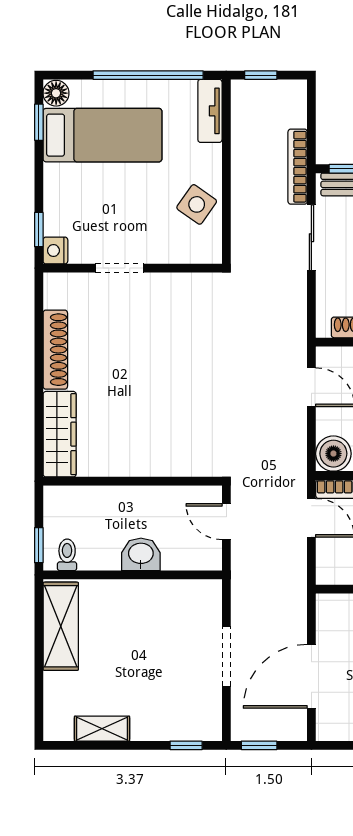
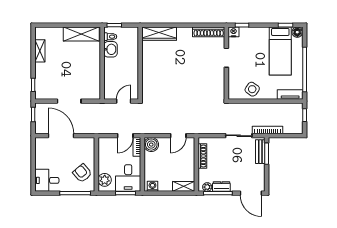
shoe rack: (55, 350) -> (209, 32), moved
washbasin: (141, 554) -> (110, 49), moved

